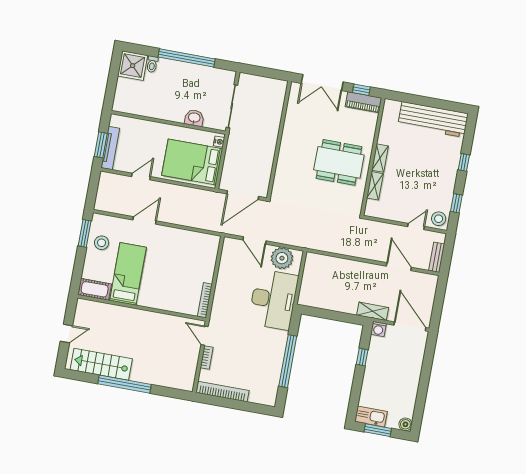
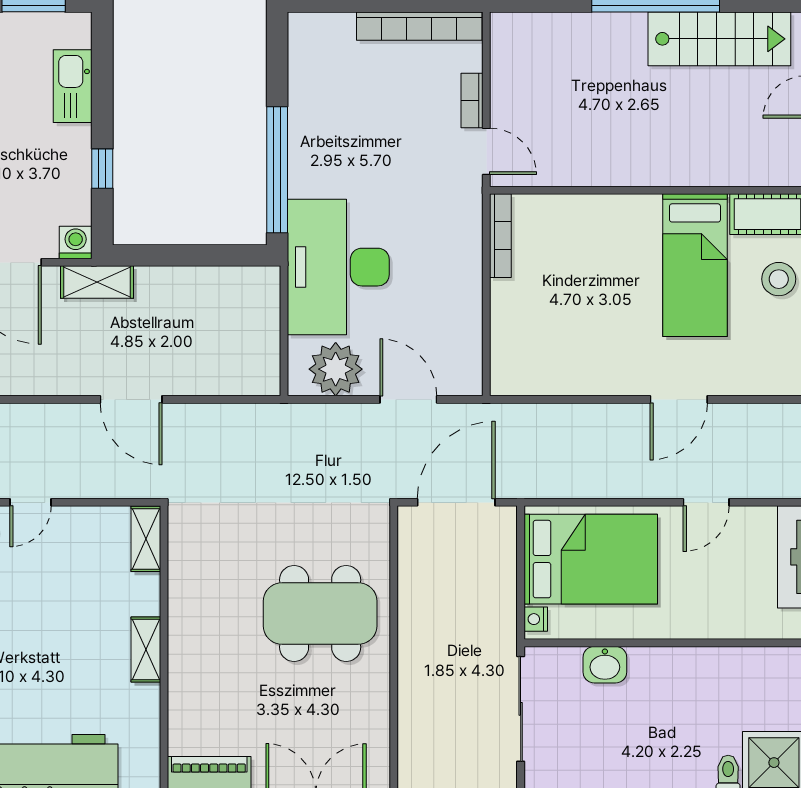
dining table: (339, 162) -> (320, 613), moved
shelving: (375, 186) -> (146, 539), moved
stool: (102, 243) -> (779, 279), moved
door: (399, 267) -> (131, 399), moved
window: (288, 361) -> (277, 170), moved
kitchen sink: (371, 416) -> (73, 86), moved, turned 90

